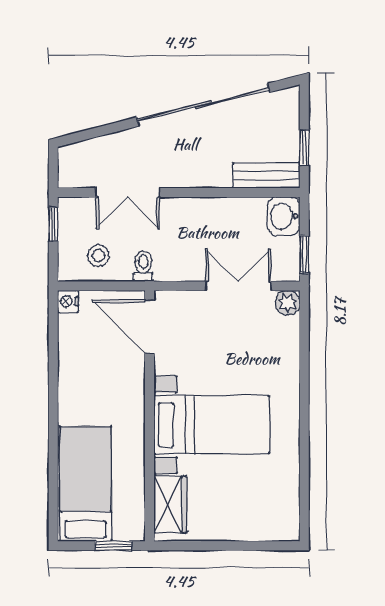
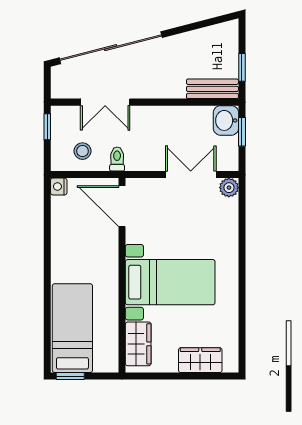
sliding door: (203, 105) -> (111, 48), moved
window: (304, 254) -> (242, 132), moved
wardrobe: (250, 525) -> (200, 360), added
window: (114, 546) -> (70, 376), moved

